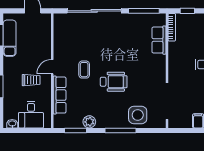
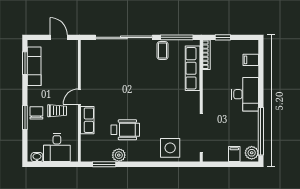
row of seats: (159, 40) -> (193, 68), width x1.48
coffee table: (84, 70) -> (163, 50), moved
chair: (12, 82) -> (36, 113), added
wheelchair: (114, 82) -> (125, 130), moved
row of seats: (60, 95) -> (87, 120), width x0.68
window: (120, 130) -> (152, 164), removed

